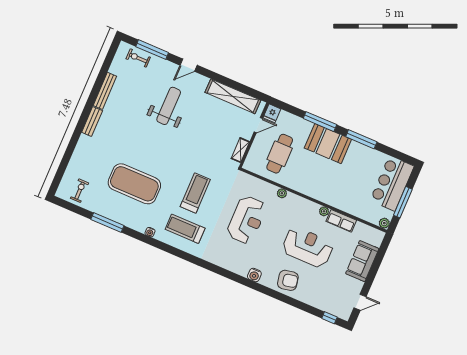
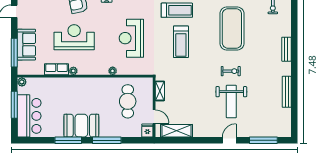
exercise bike: (138, 58) -> (231, 71), moved
shelving: (233, 96) -> (177, 131), width x0.68
bench: (92, 122) -> (286, 49), moved
door: (258, 125) -> (154, 117), swing flipped
booth: (328, 144) -> (81, 126), moved
exercise mat: (134, 184) -> (232, 28), turned 90
reception desk: (308, 247) -> (74, 37), turned 180
window: (379, 258) -> (14, 53), added

